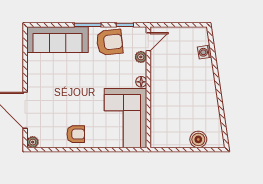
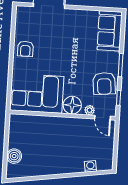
sofa: (58, 40) -> (110, 31), width x0.73
floor lamp: (141, 82) -> (72, 105), width x1.89, depth x1.89
plant: (33, 142) -> (21, 11), removed

